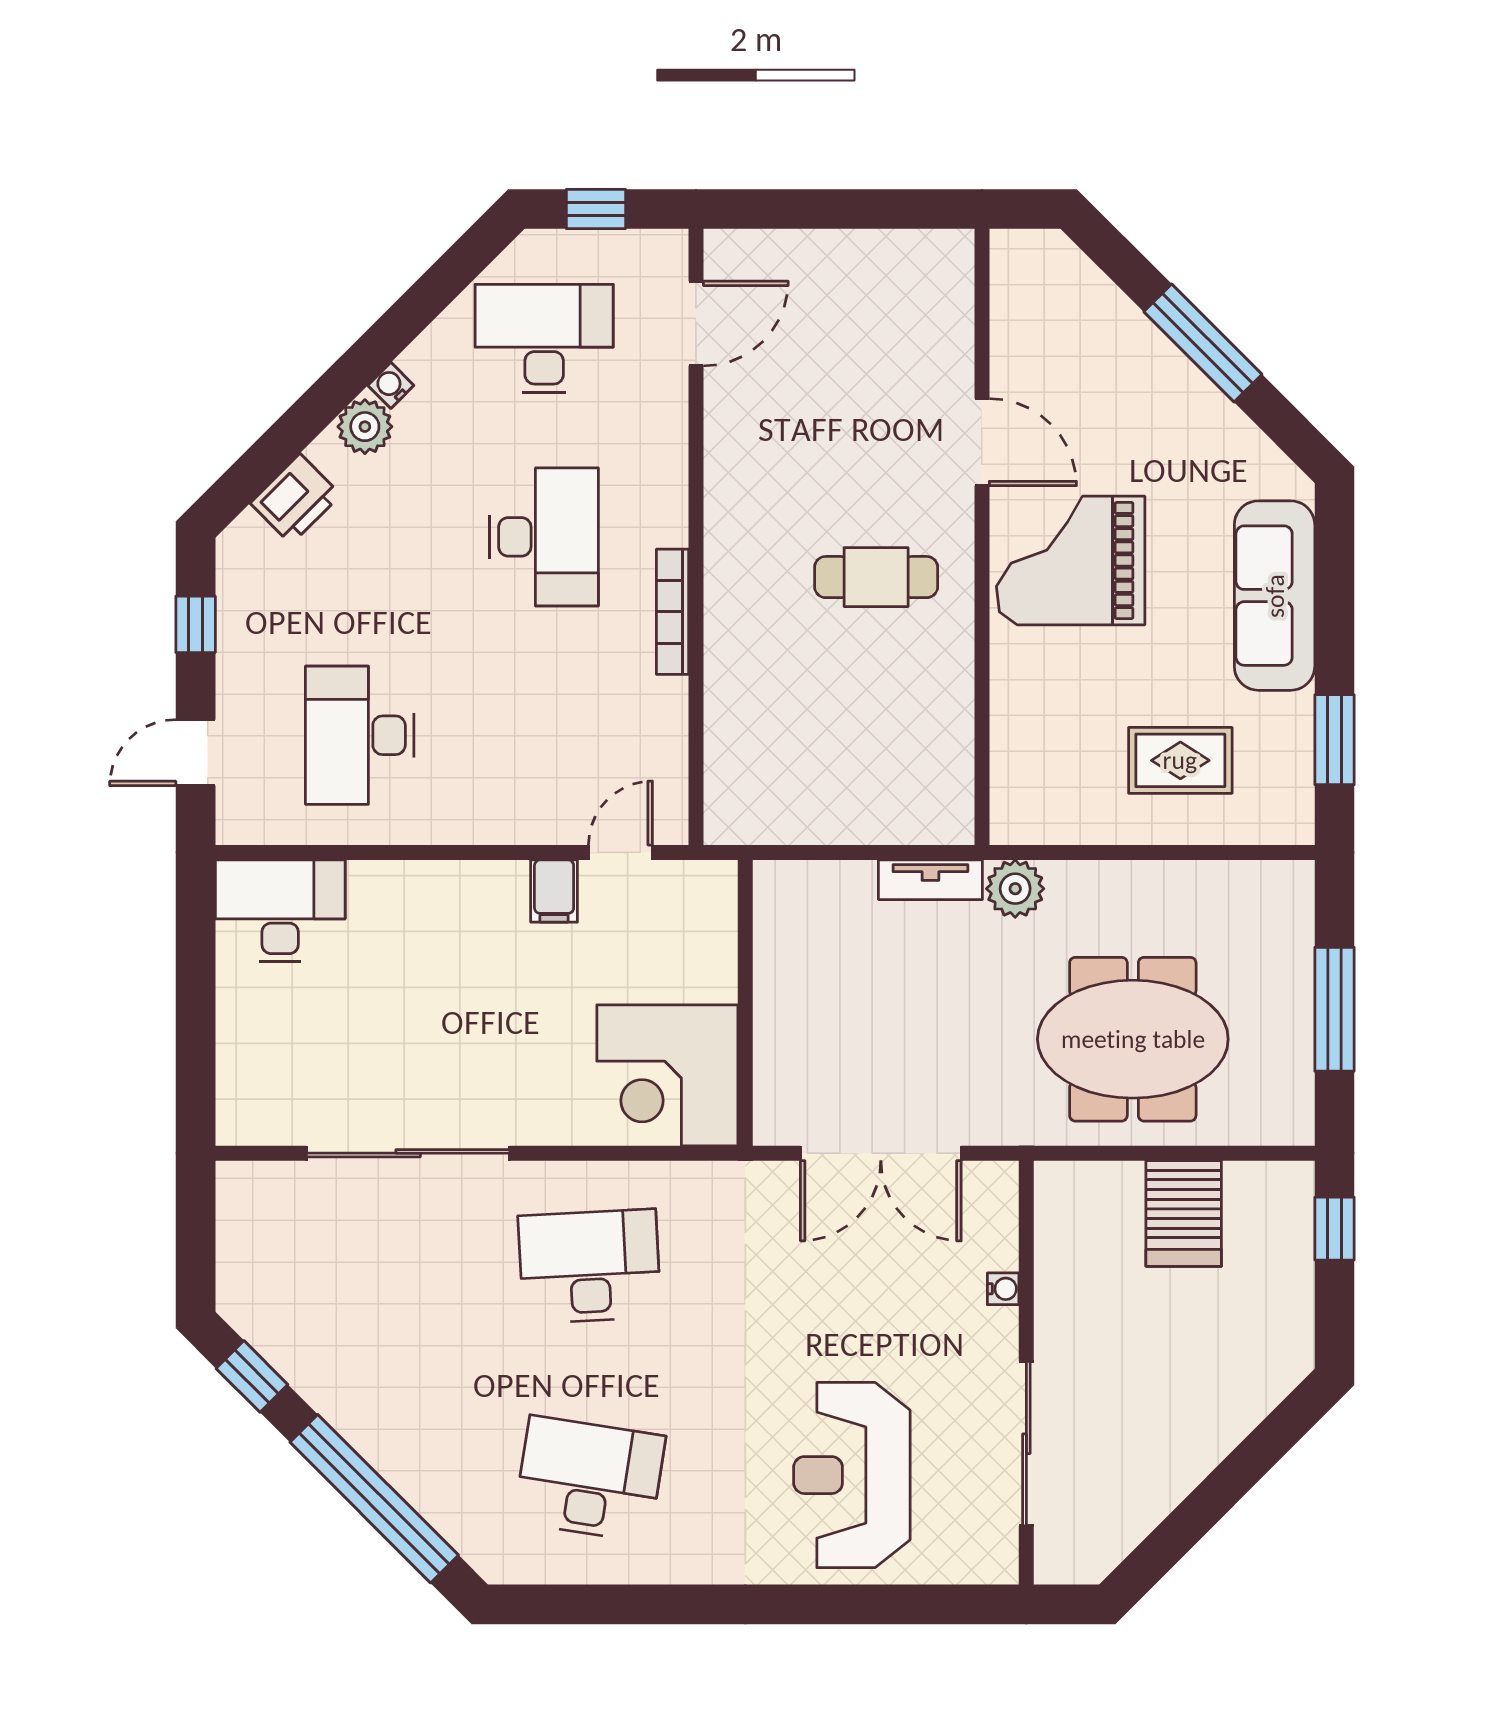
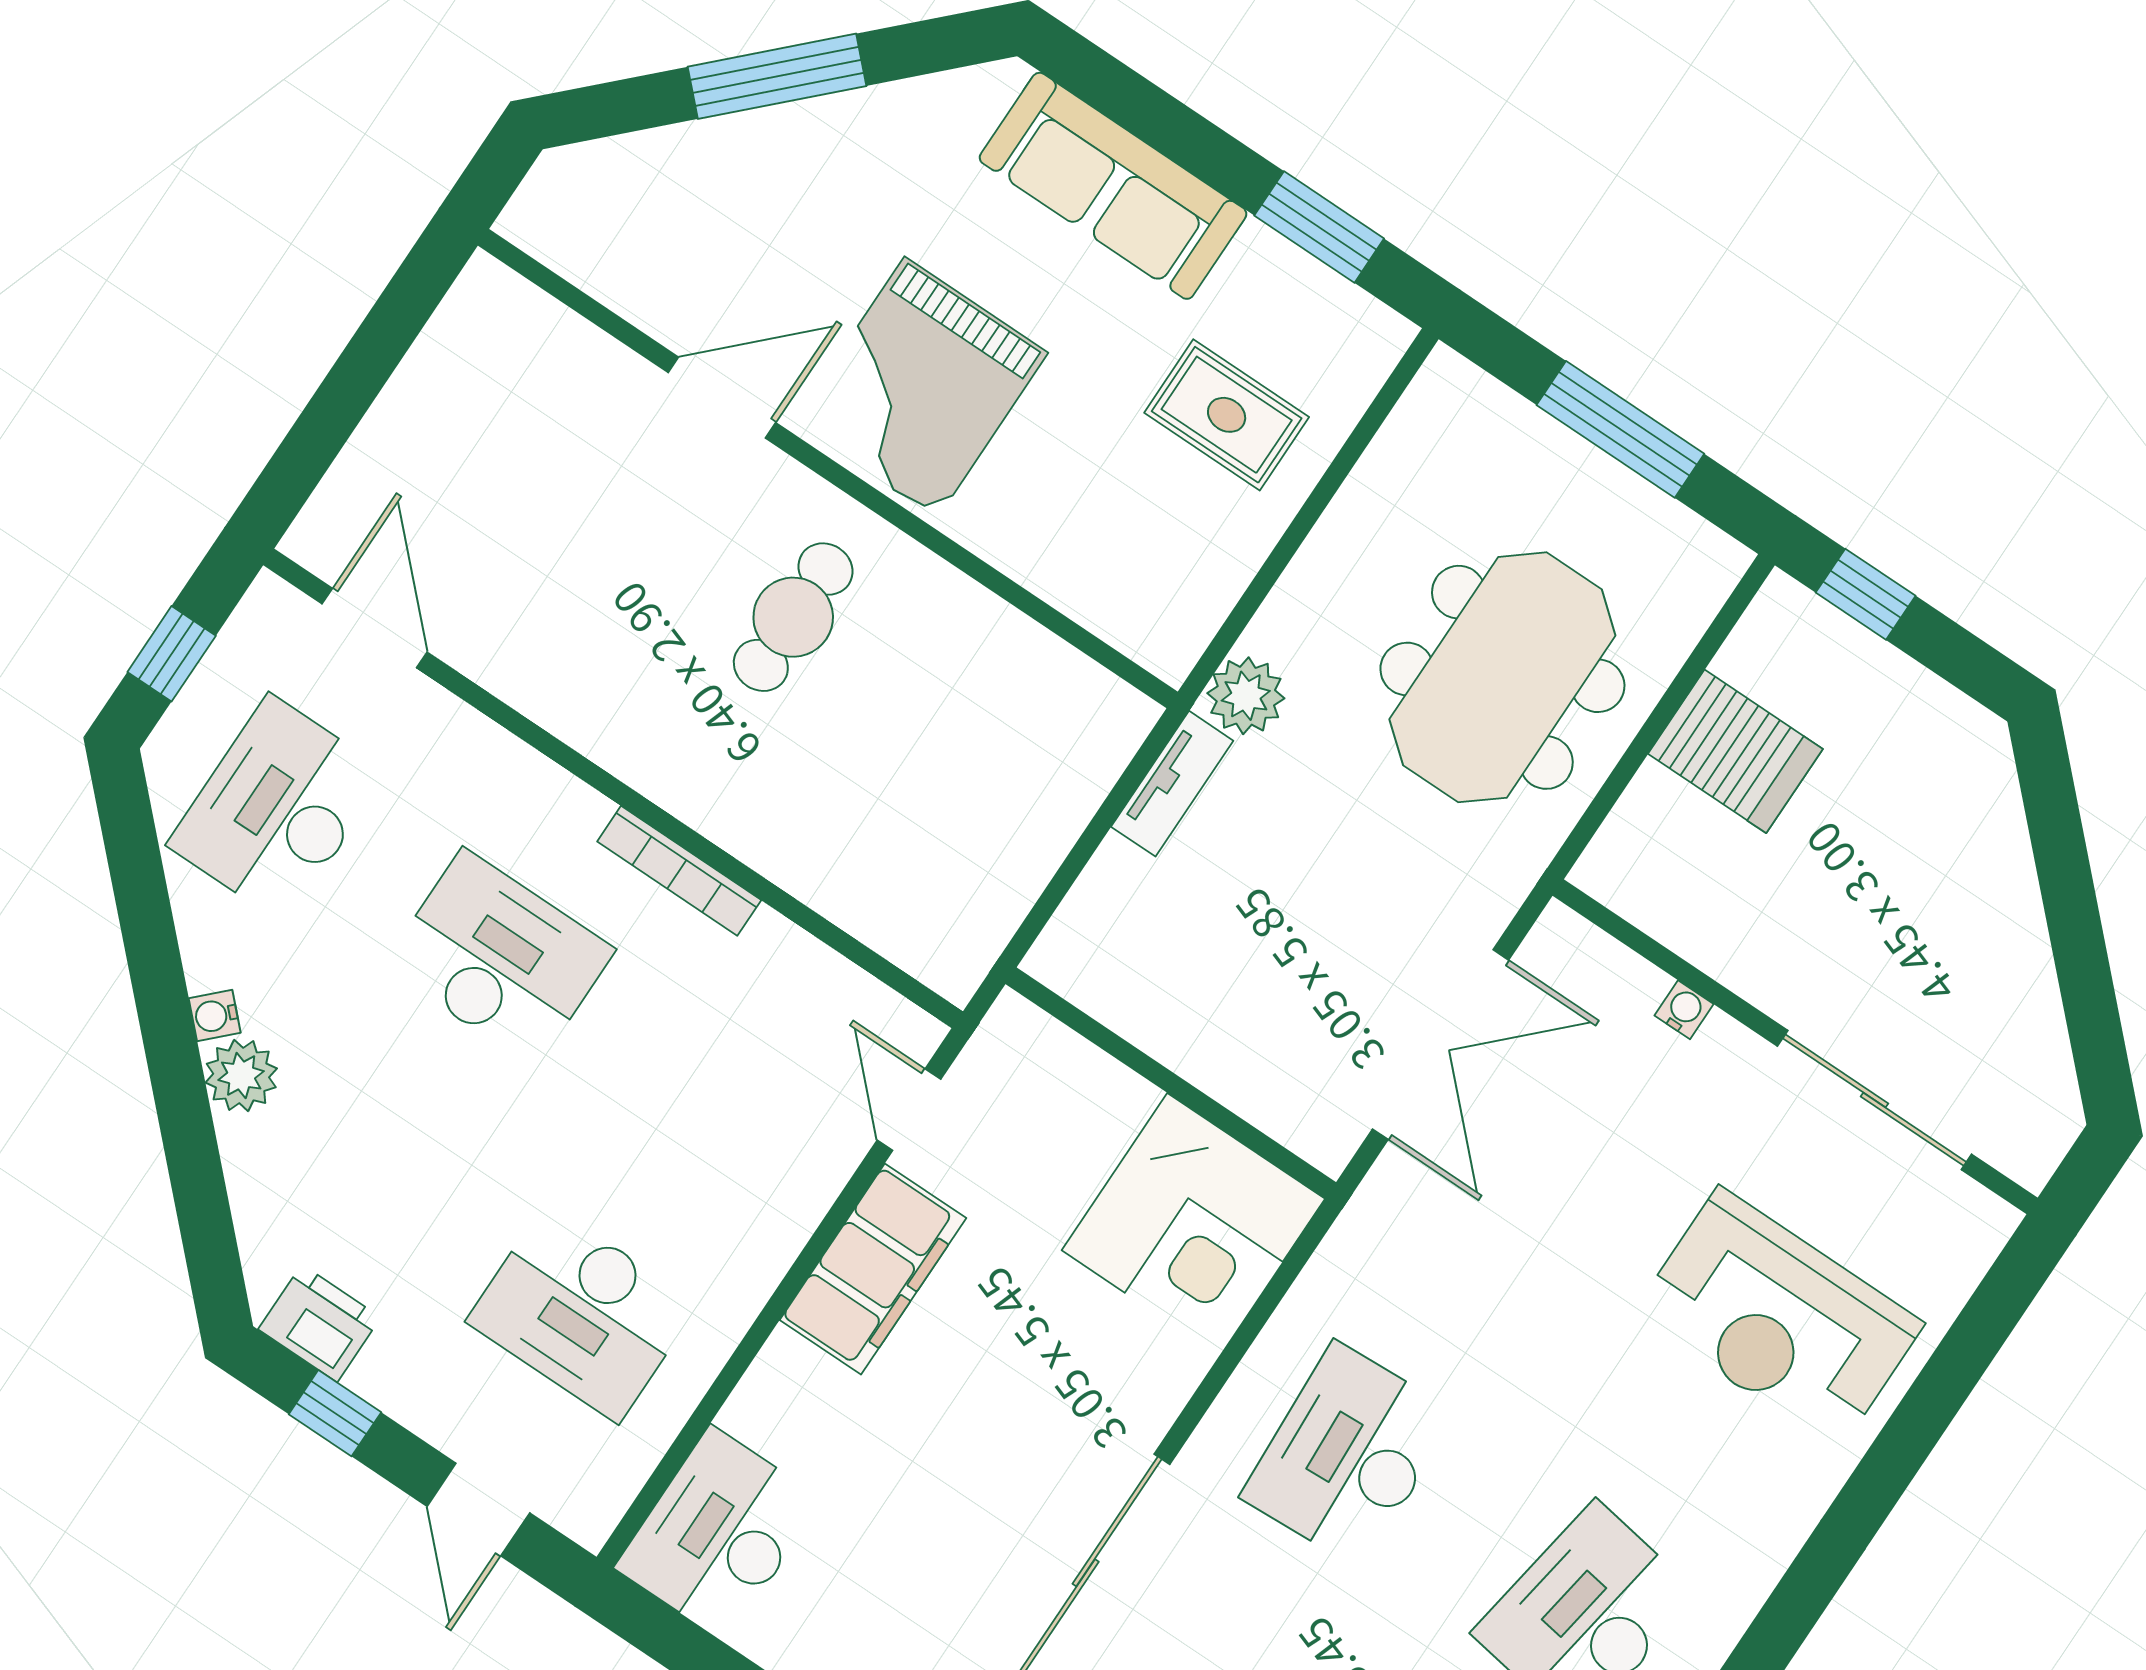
printer: (296, 499) -> (319, 1323), moved, turned -45
rug: (1180, 760) -> (1227, 415), turned 90
filing cabinet: (554, 891) -> (873, 1269), width x3.00, depth x1.17

